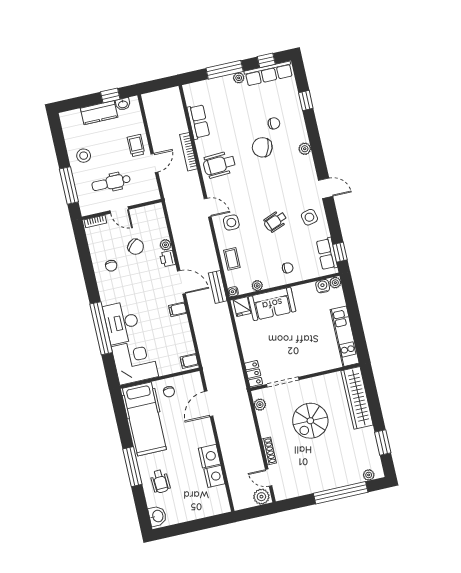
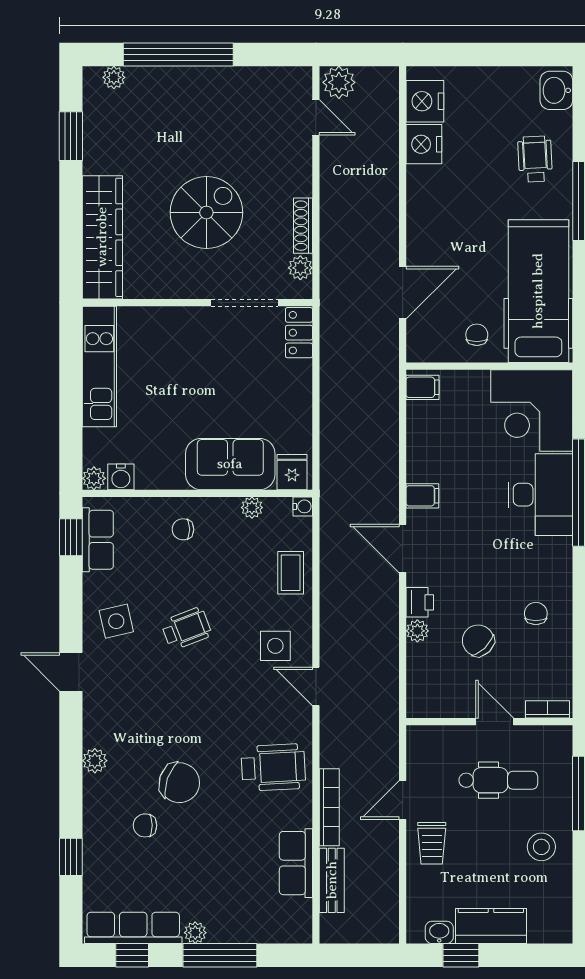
bench: (218, 287) -> (332, 880), moved
shoe rack: (269, 451) -> (303, 226), moved
nightstand: (209, 456) -> (425, 101), moved

